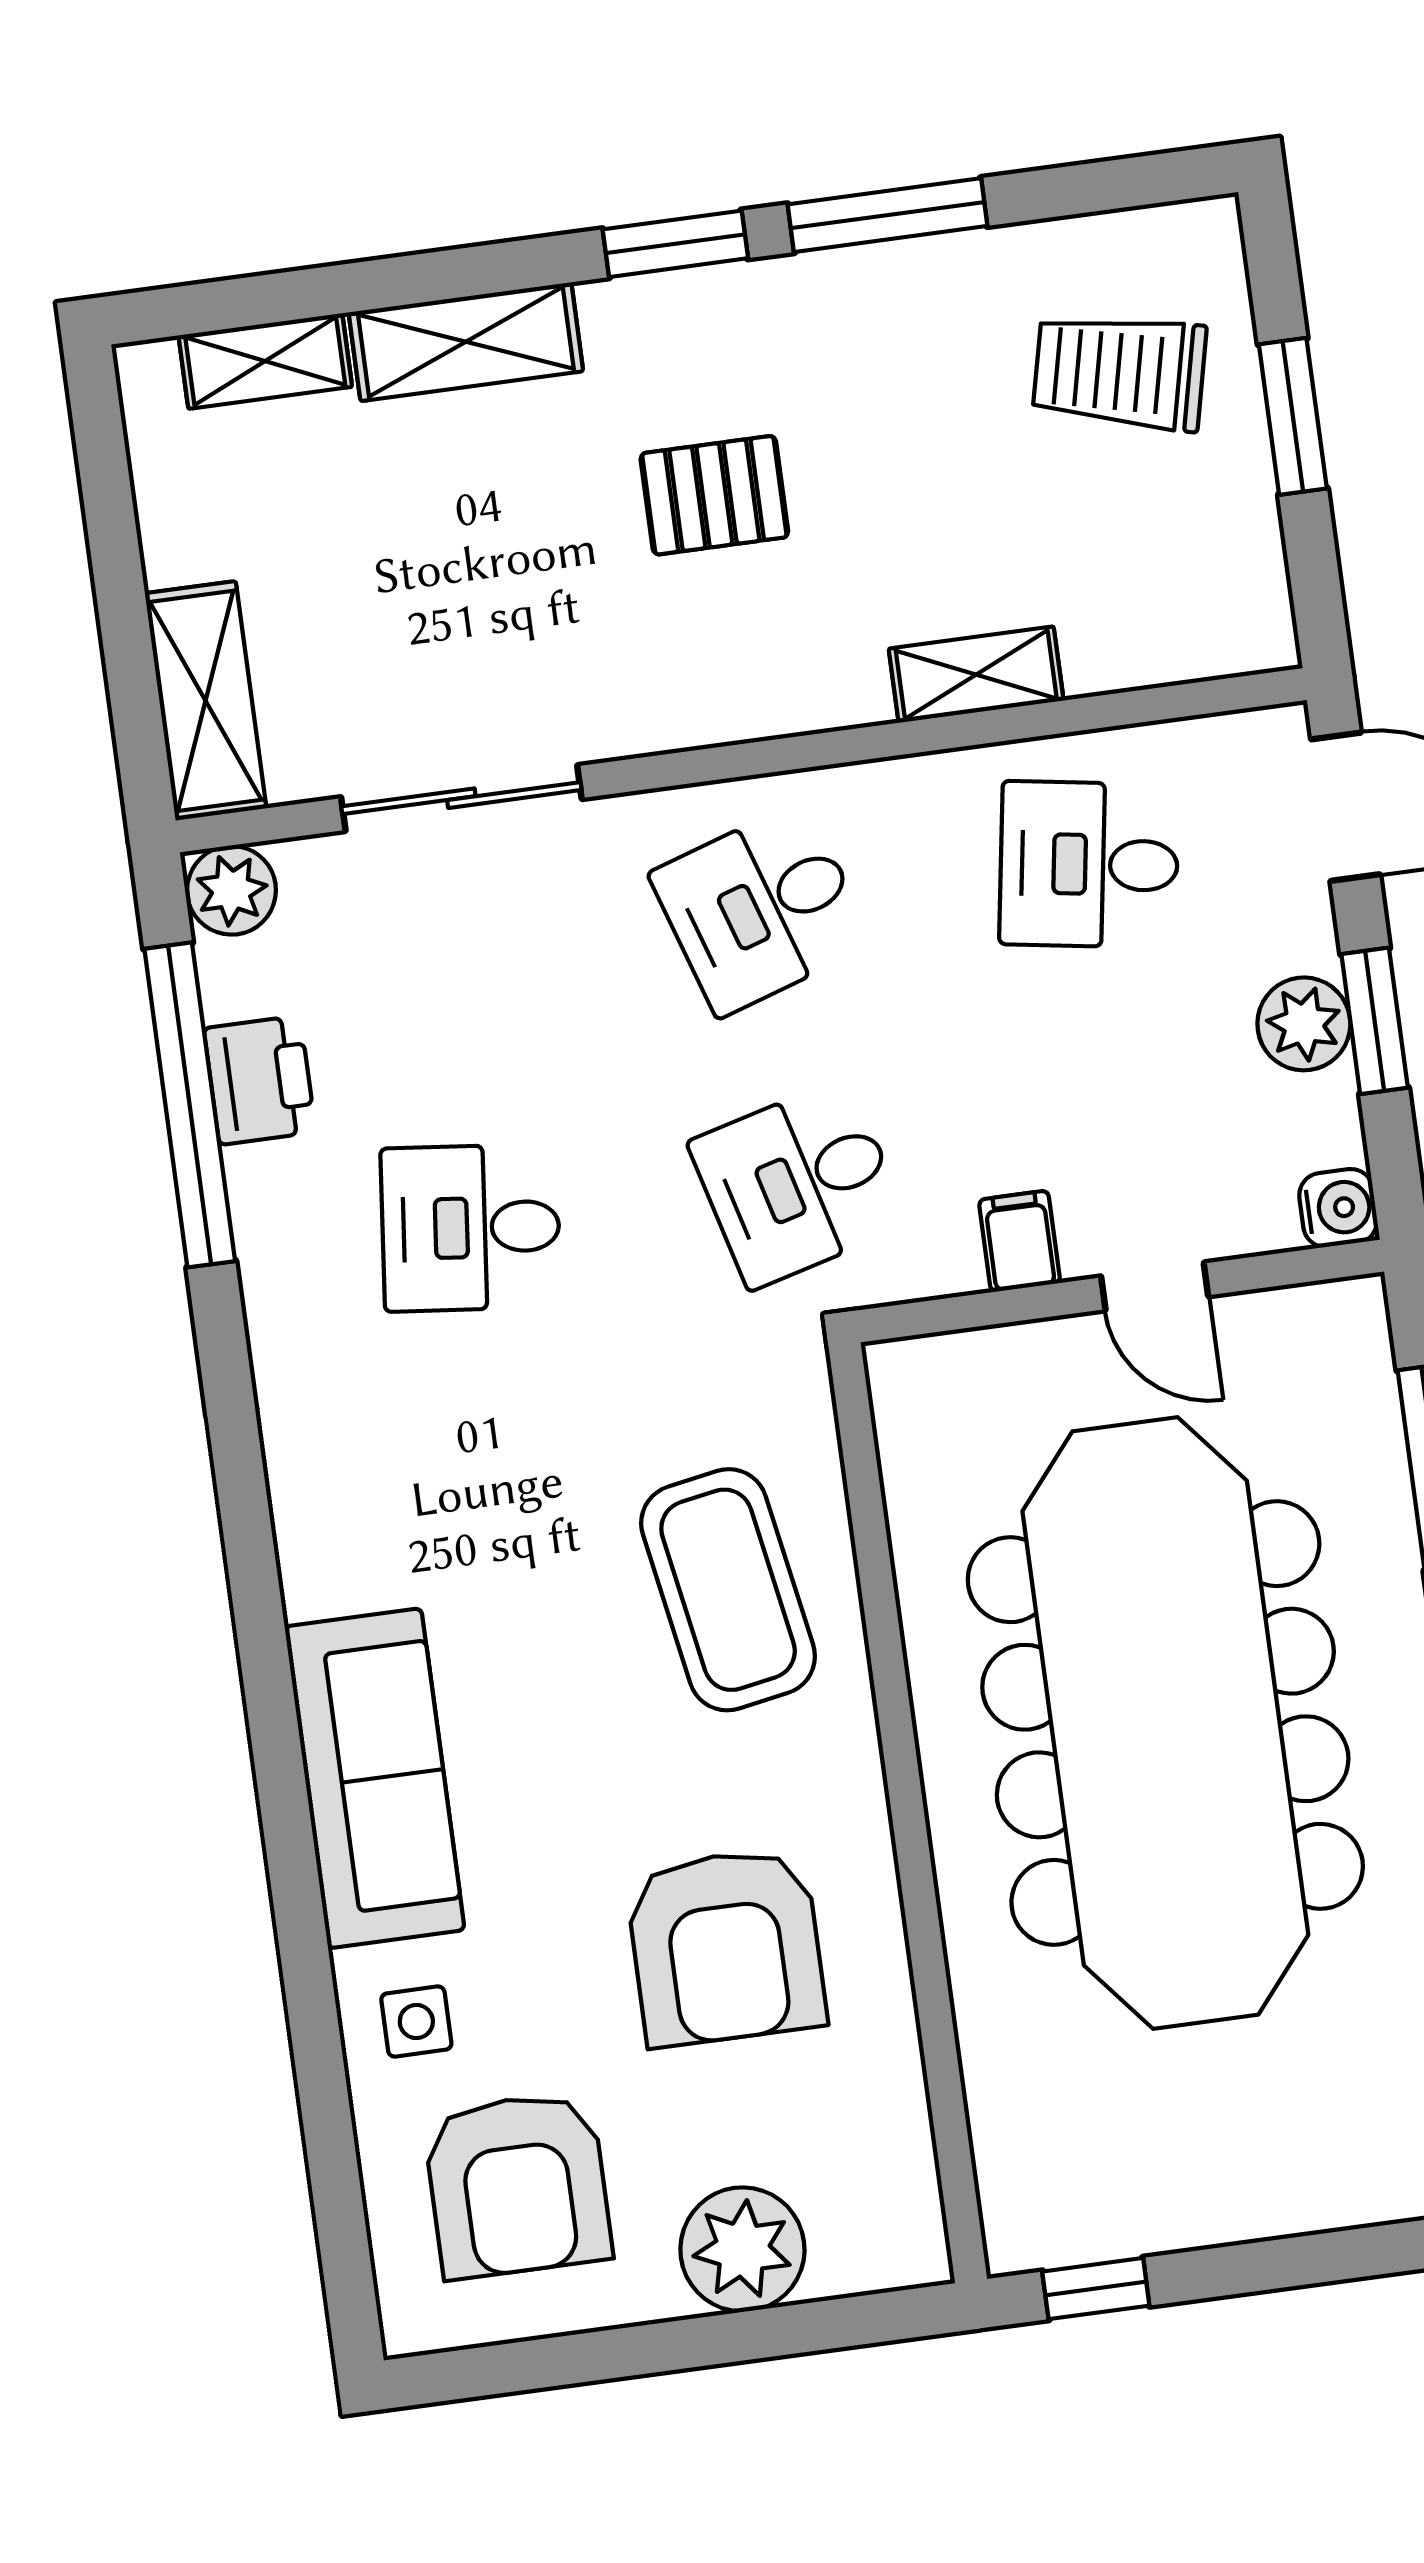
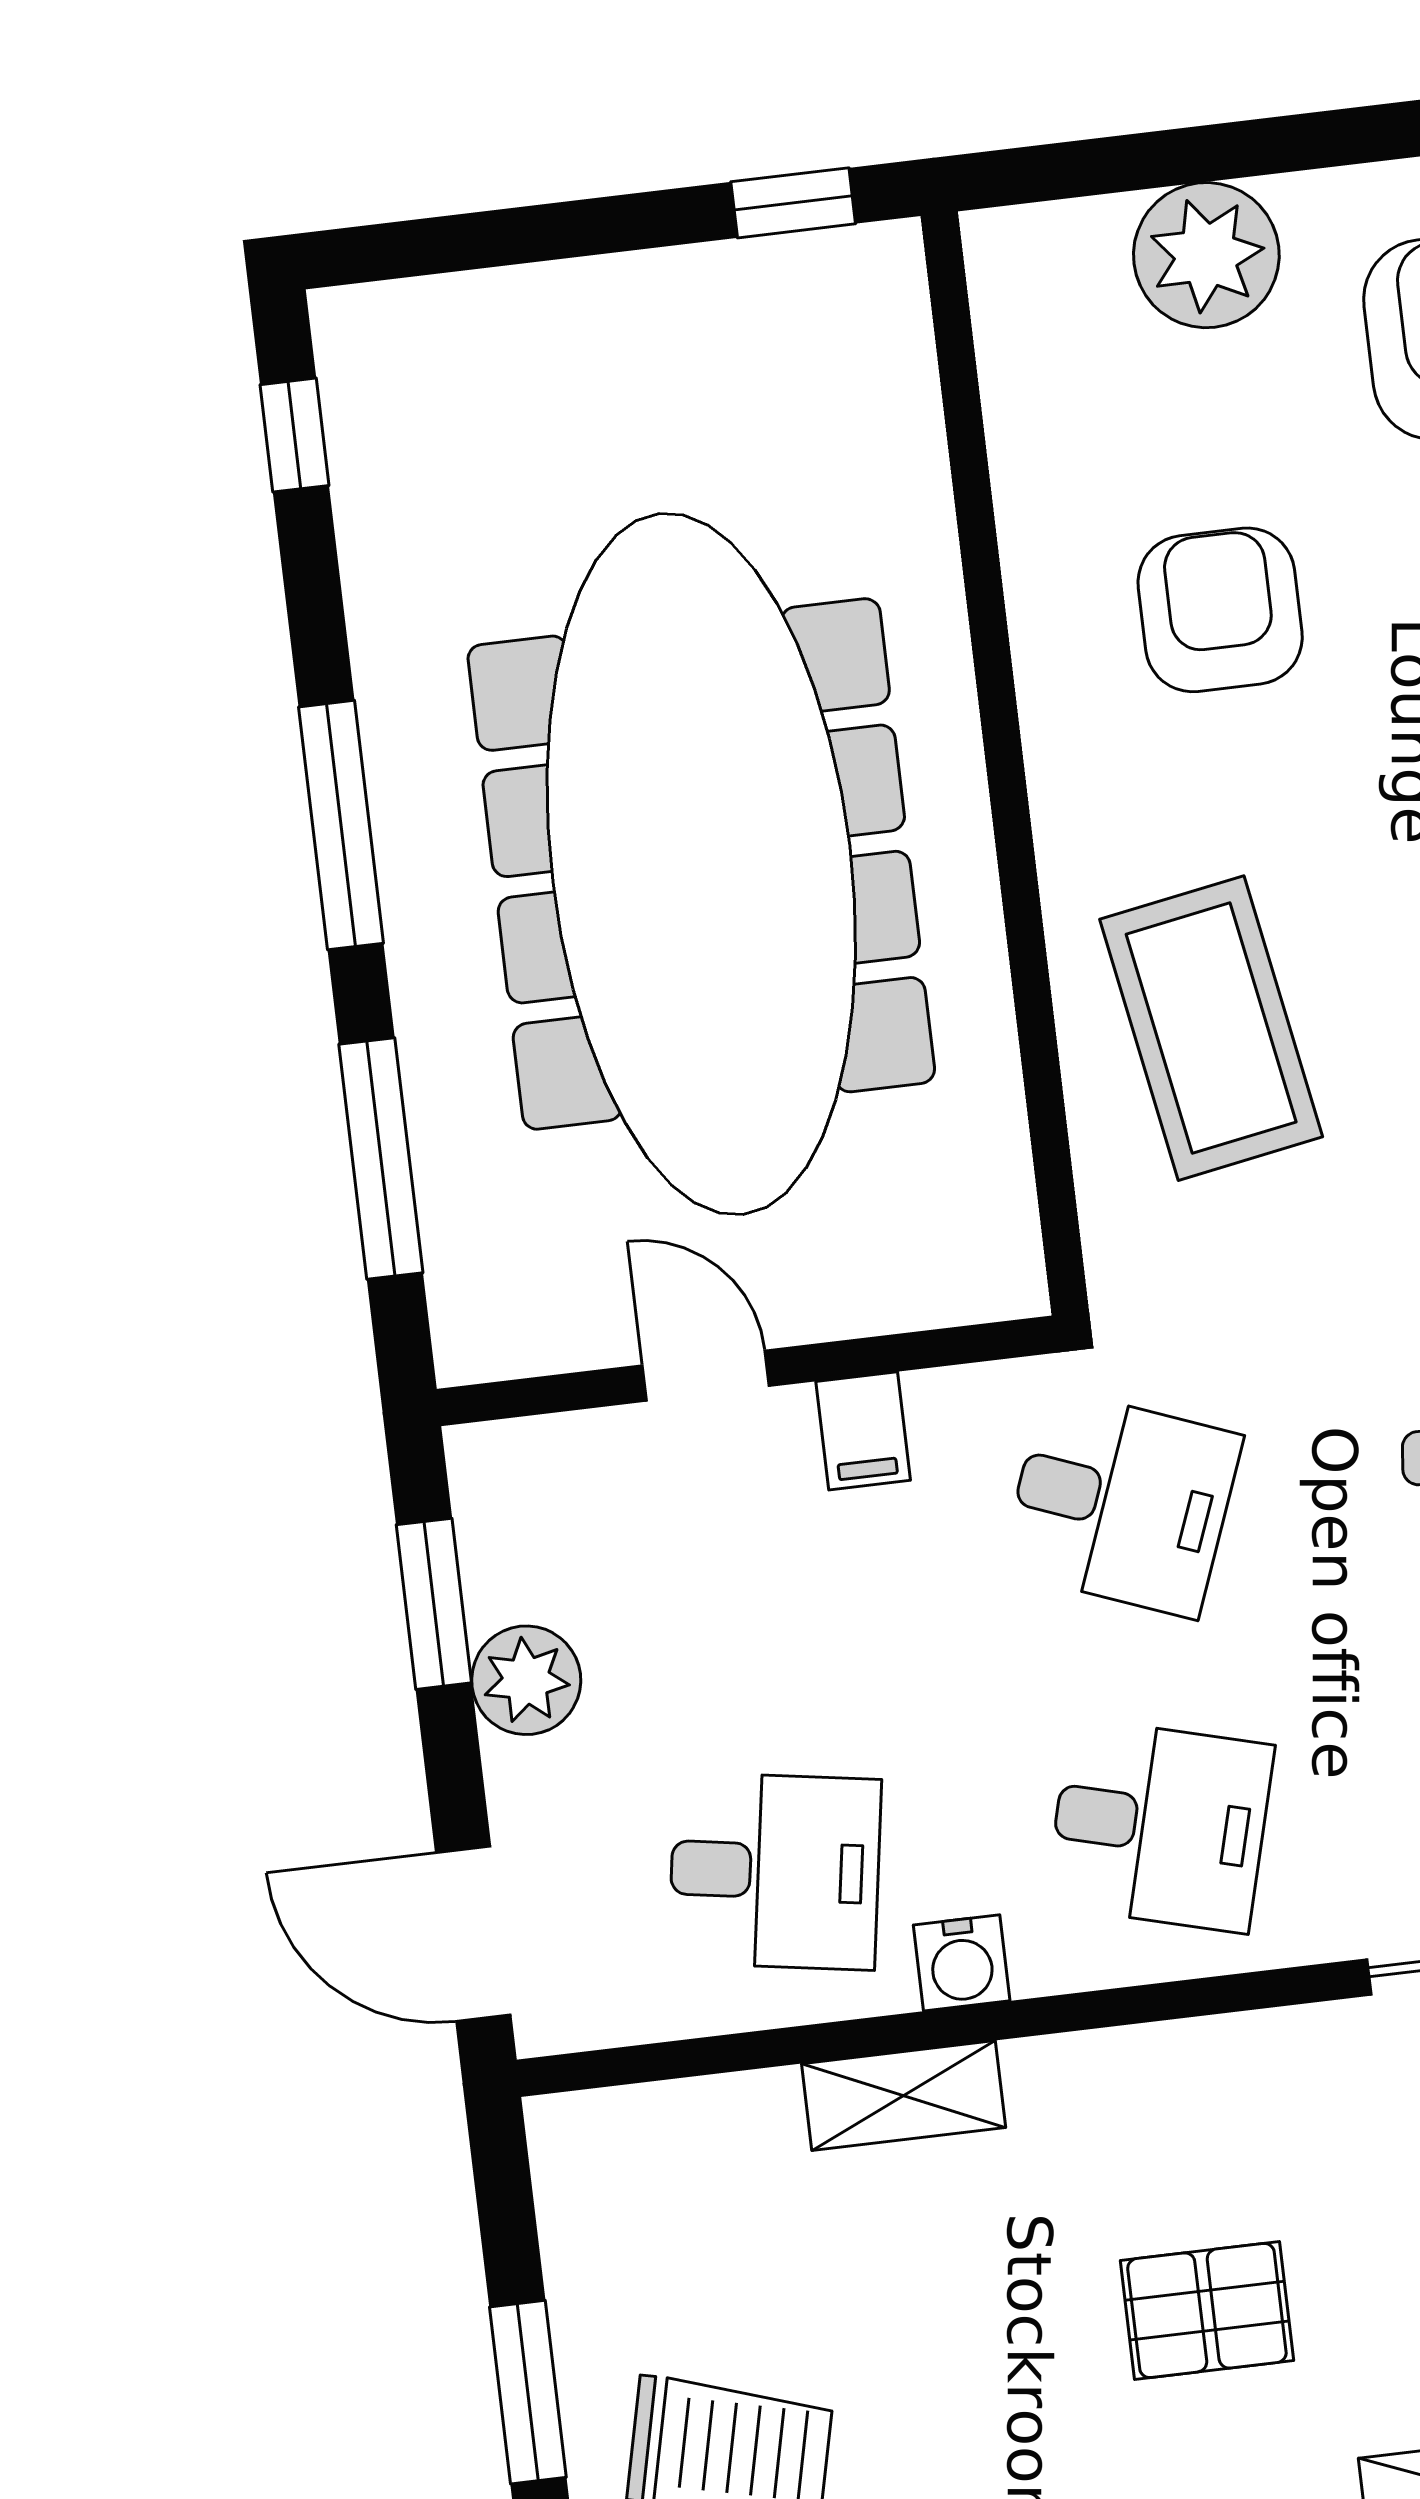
desk: (761, 909) -> (1160, 1825), turned 33
window: (1375, 1021) -> (434, 1604), moved
desk: (798, 1183) -> (1121, 1503), turned 36
water cooler: (1338, 1208) -> (962, 1963), moved, turned -90
armchair: (726, 1947) -> (1220, 610), width x0.73, depth x0.73

